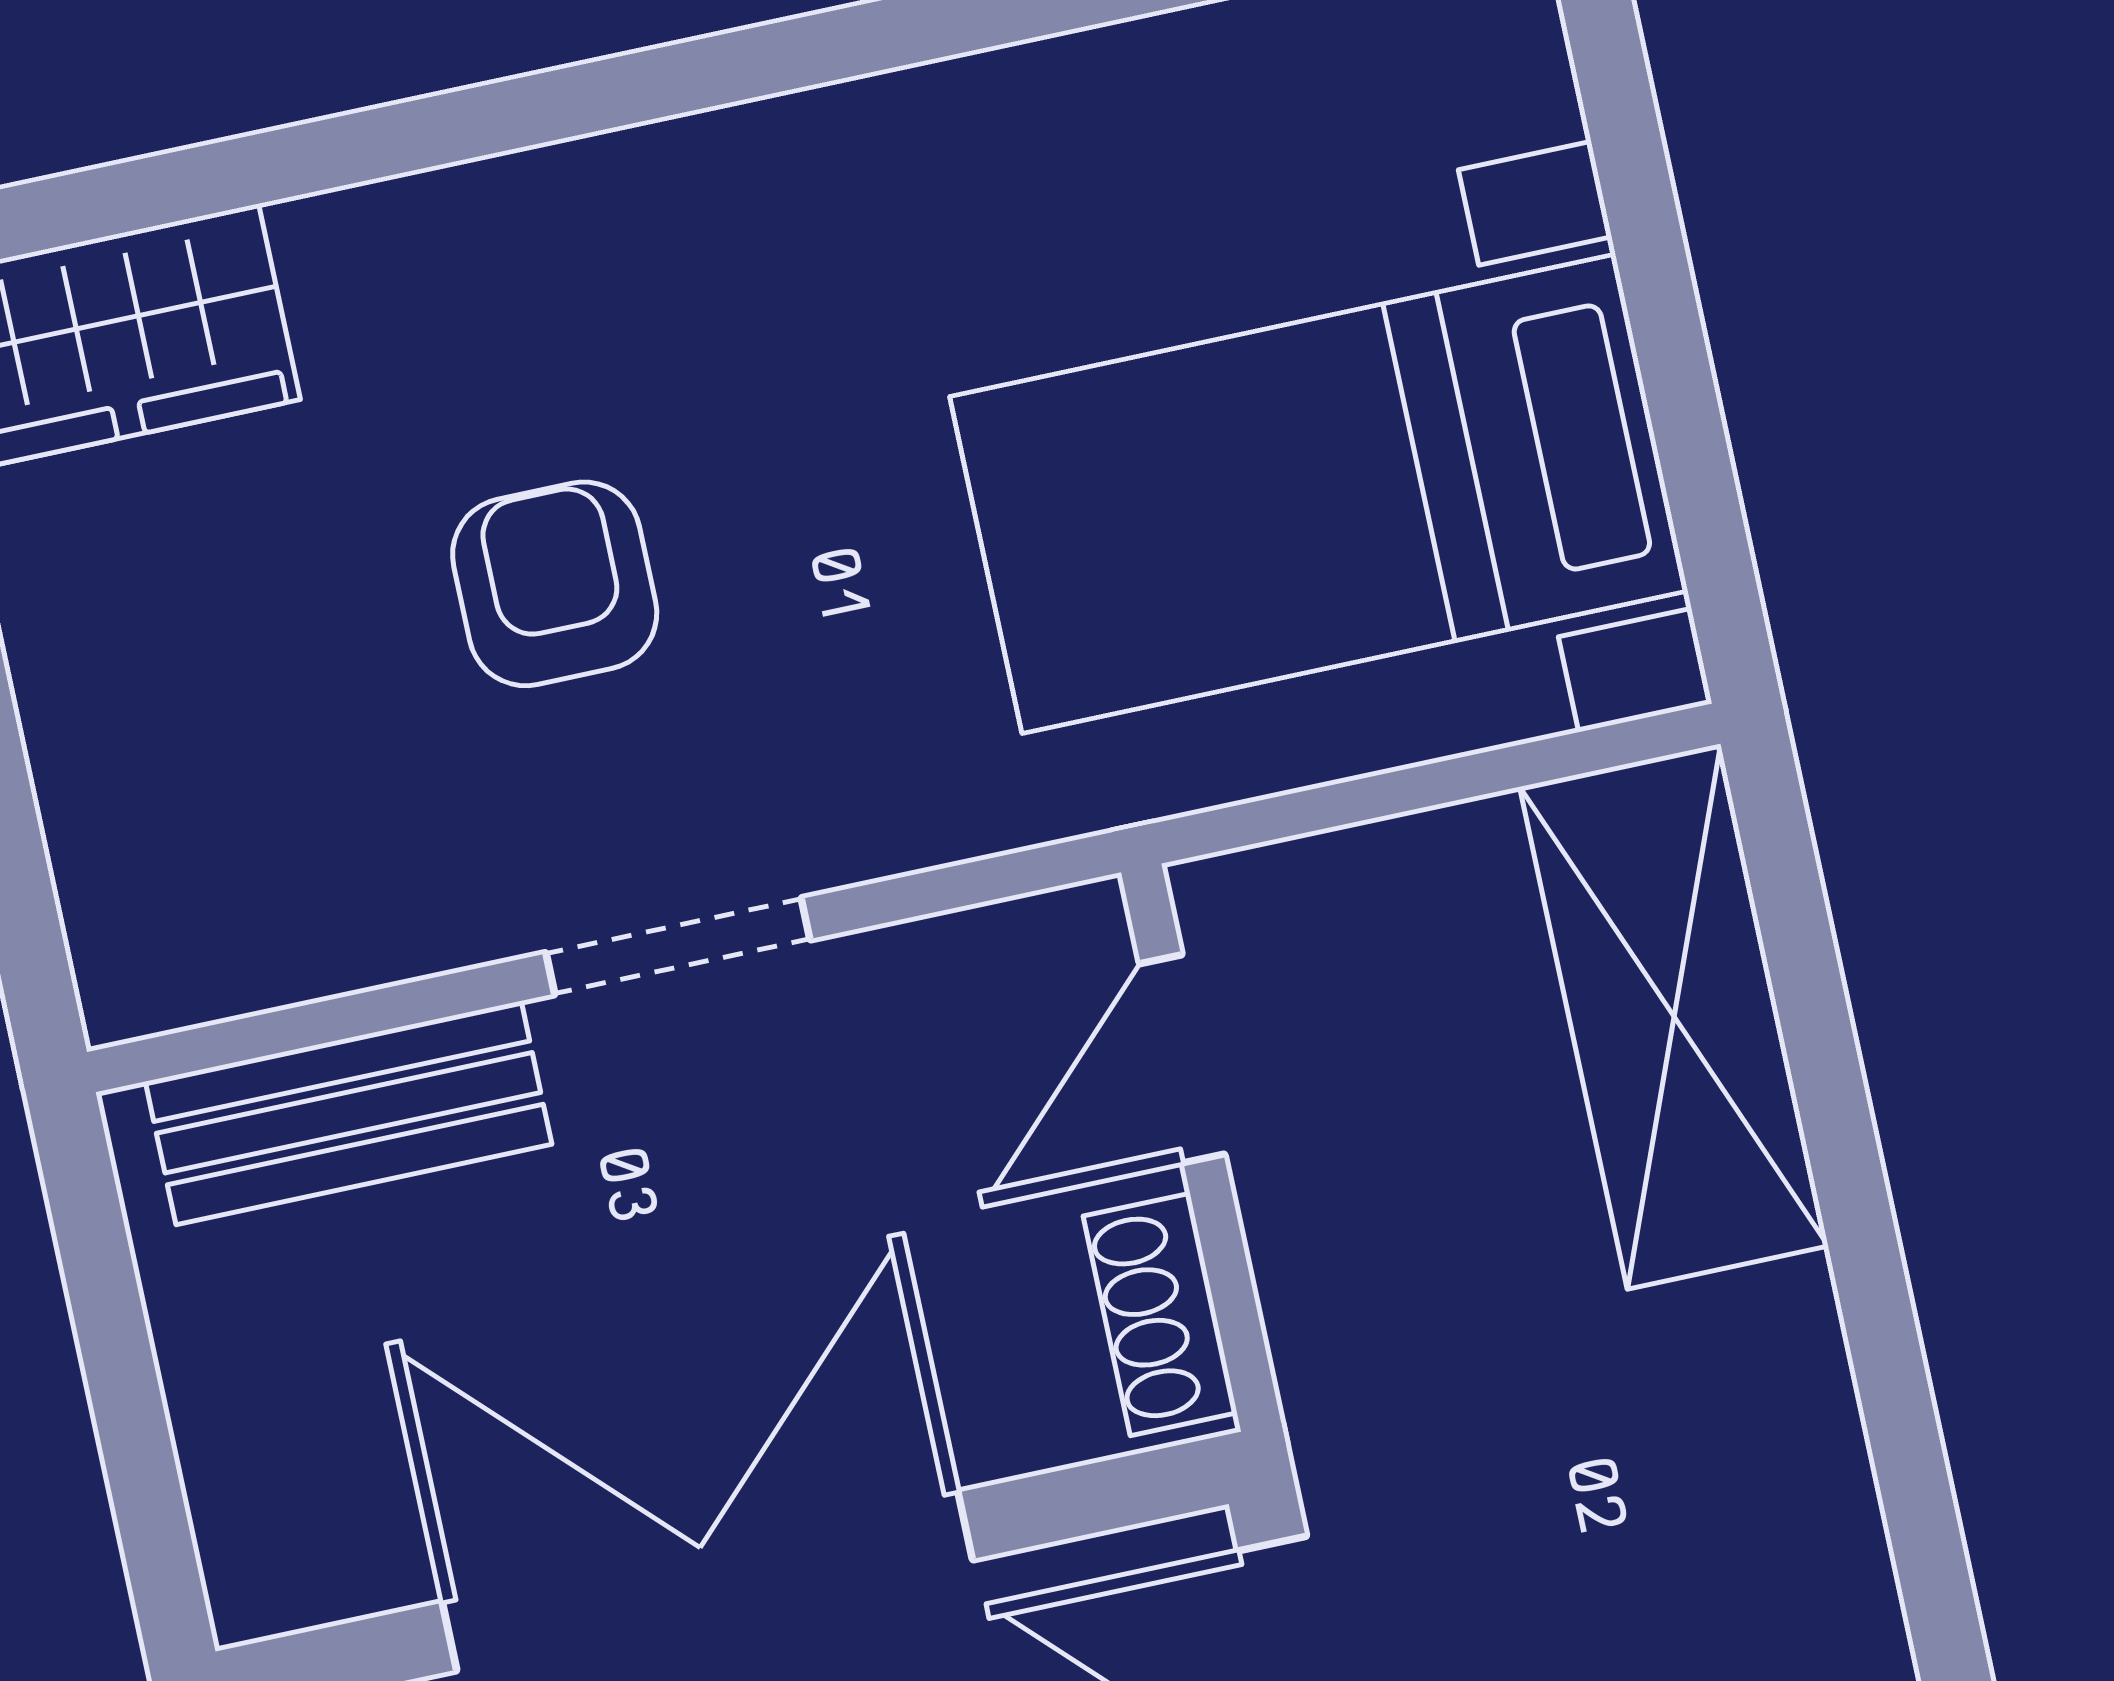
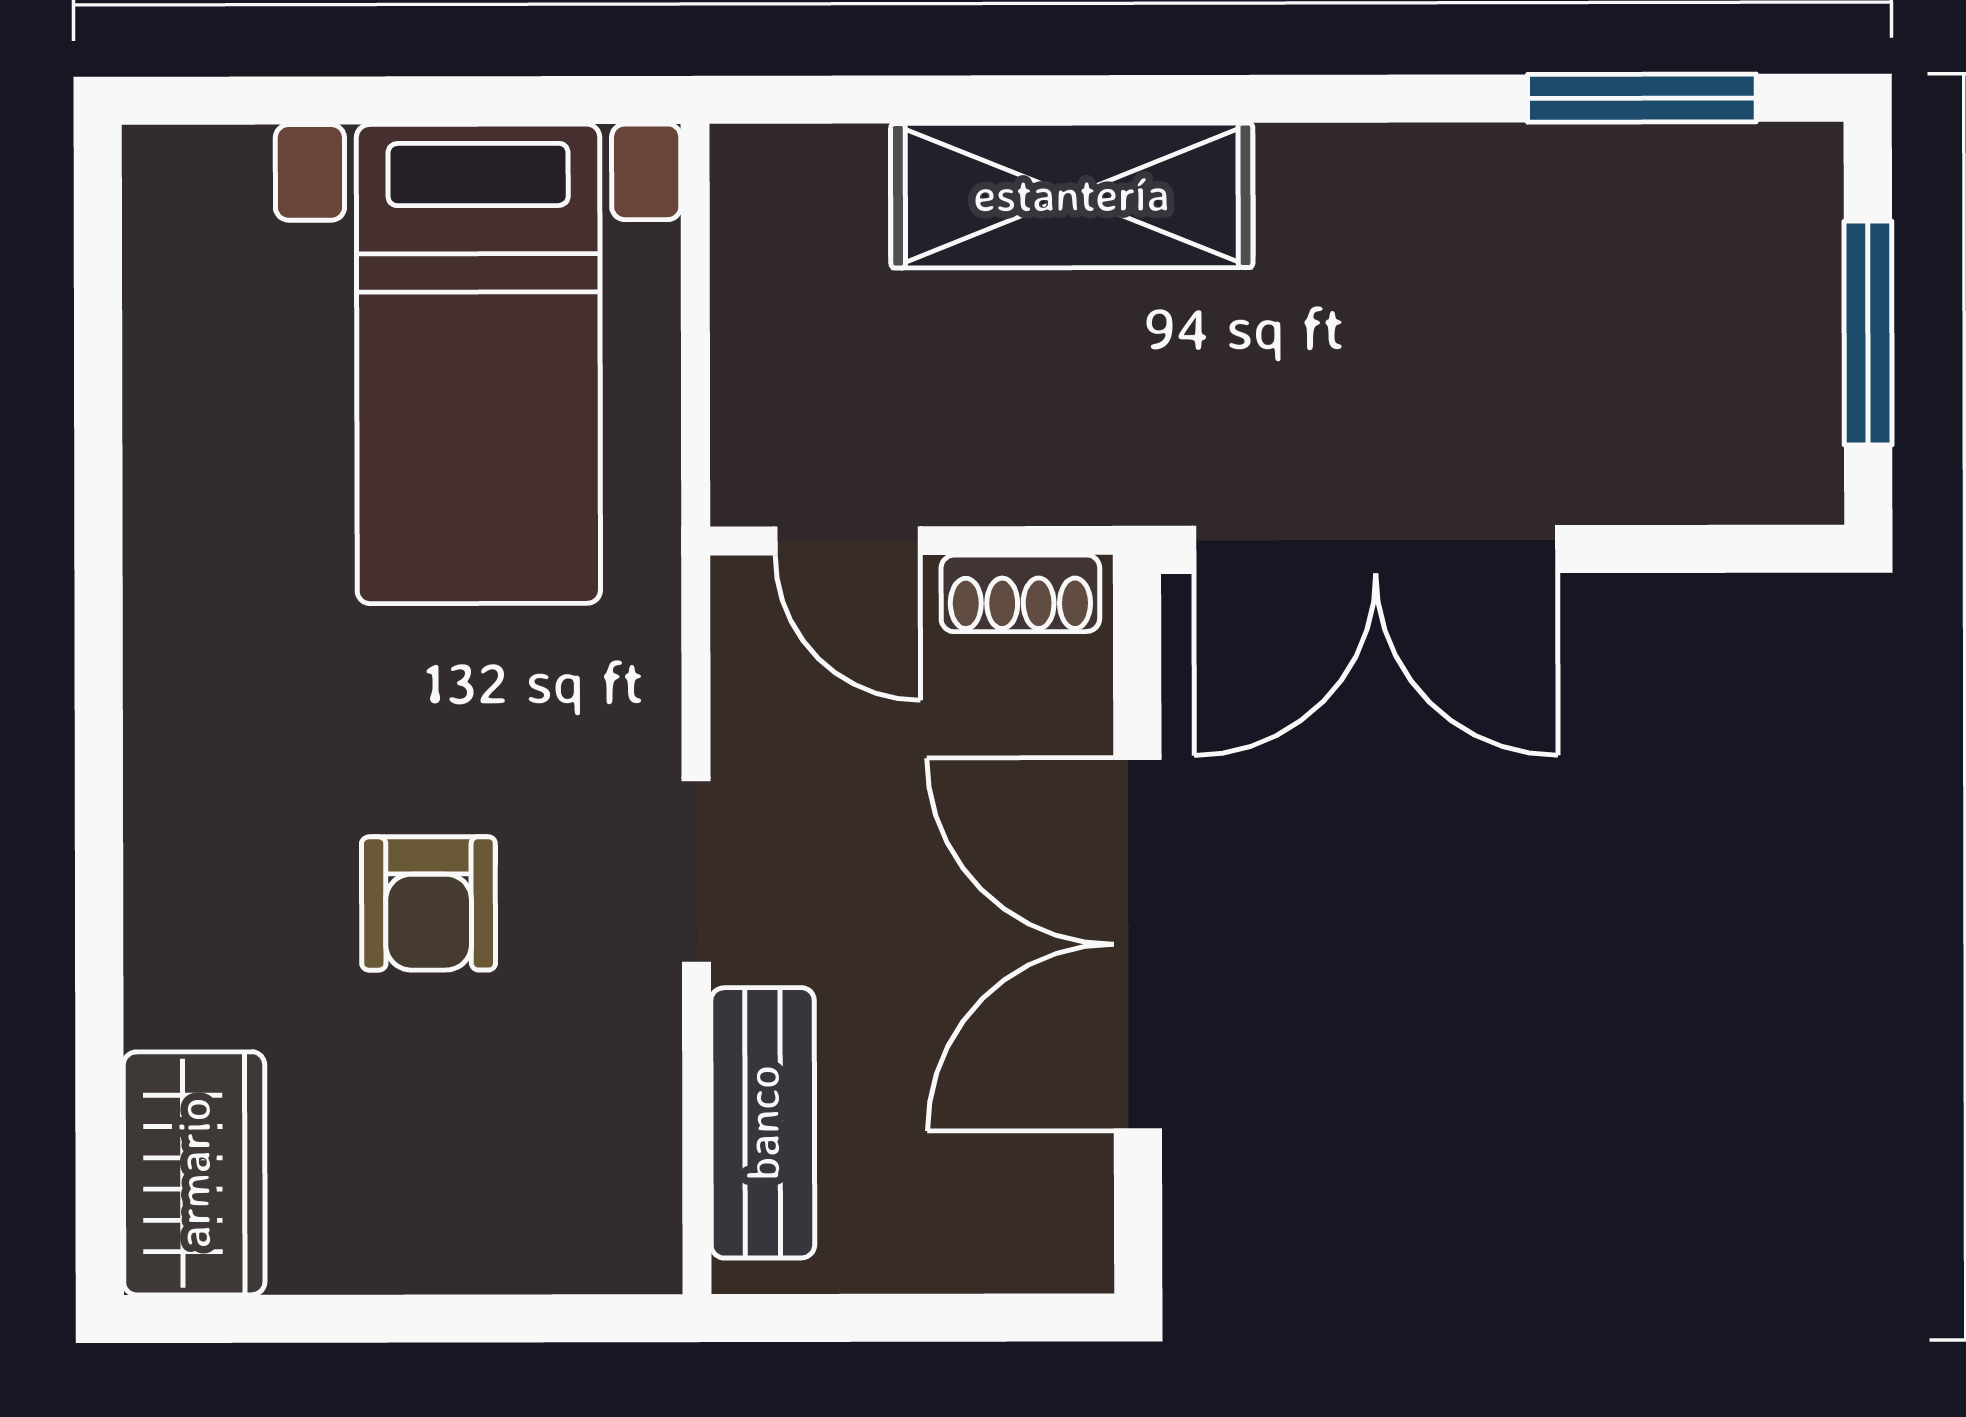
armchair: (555, 584) -> (429, 903), turned -90
shelving: (1674, 1017) -> (1072, 195), moved

